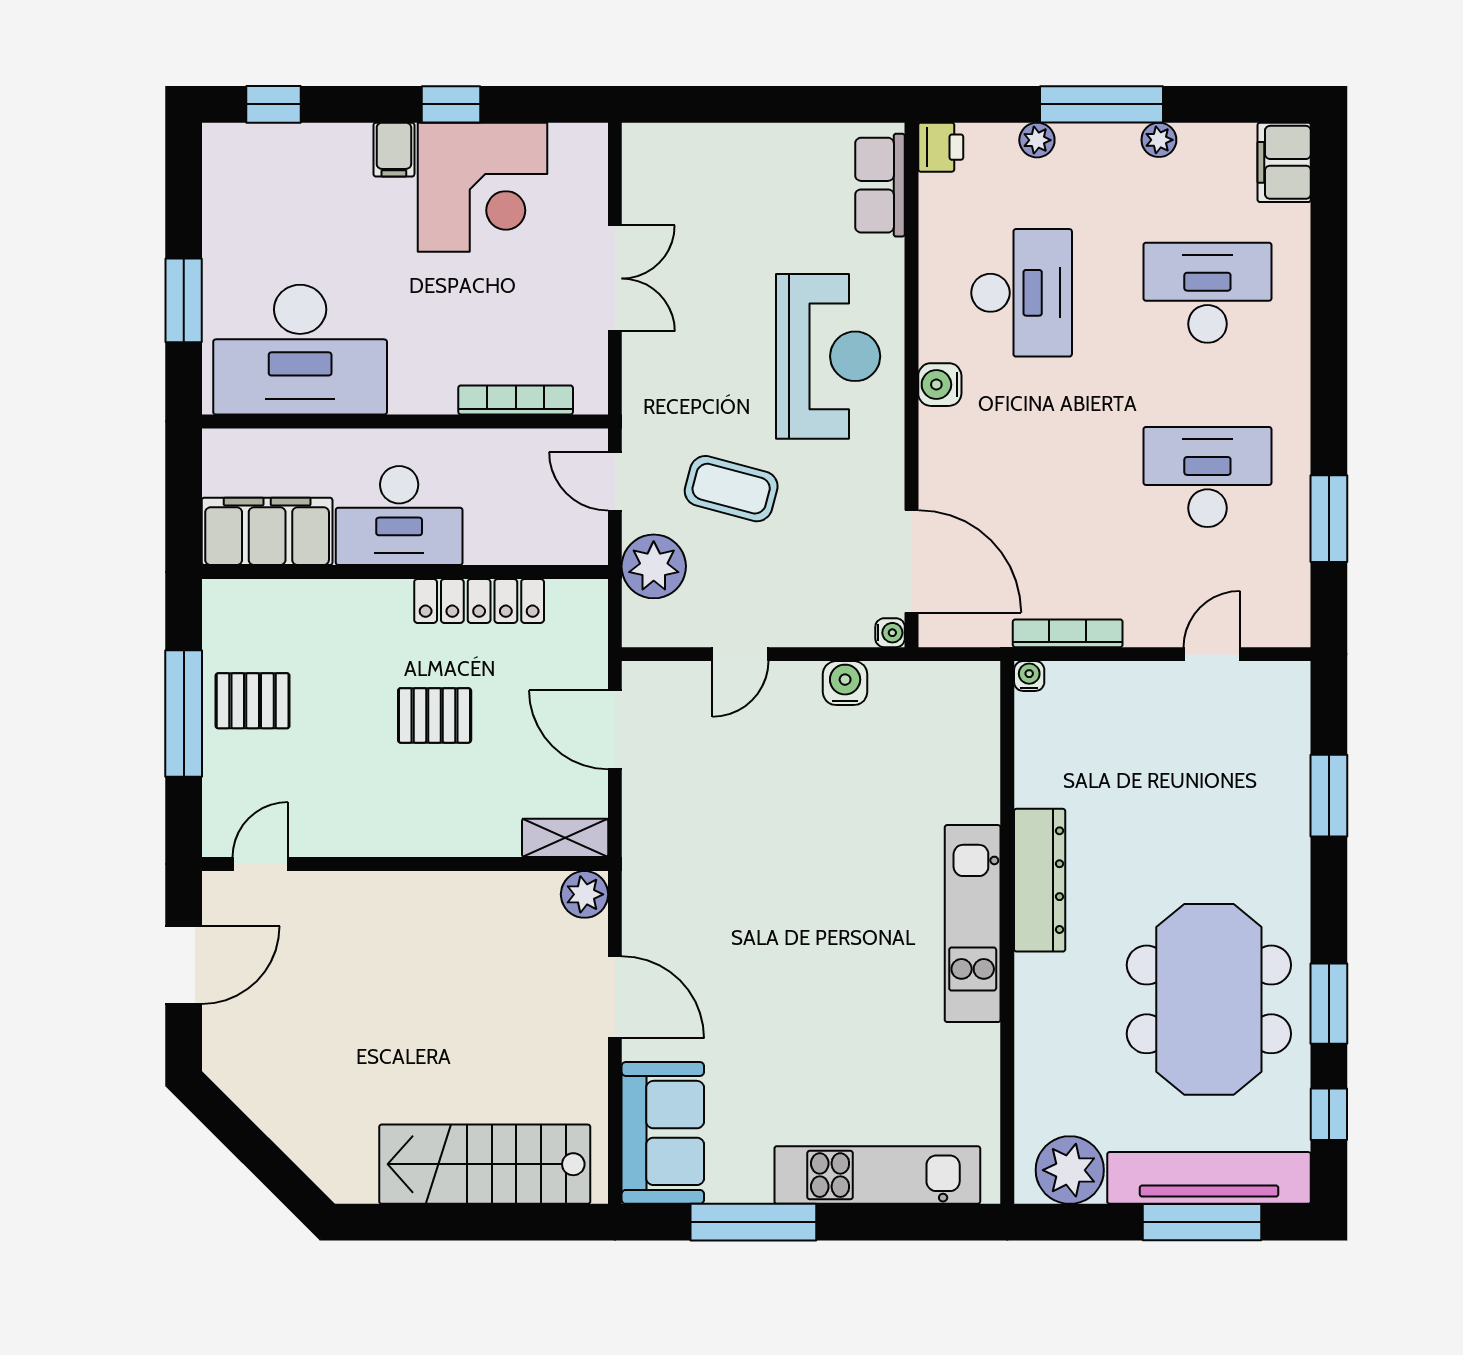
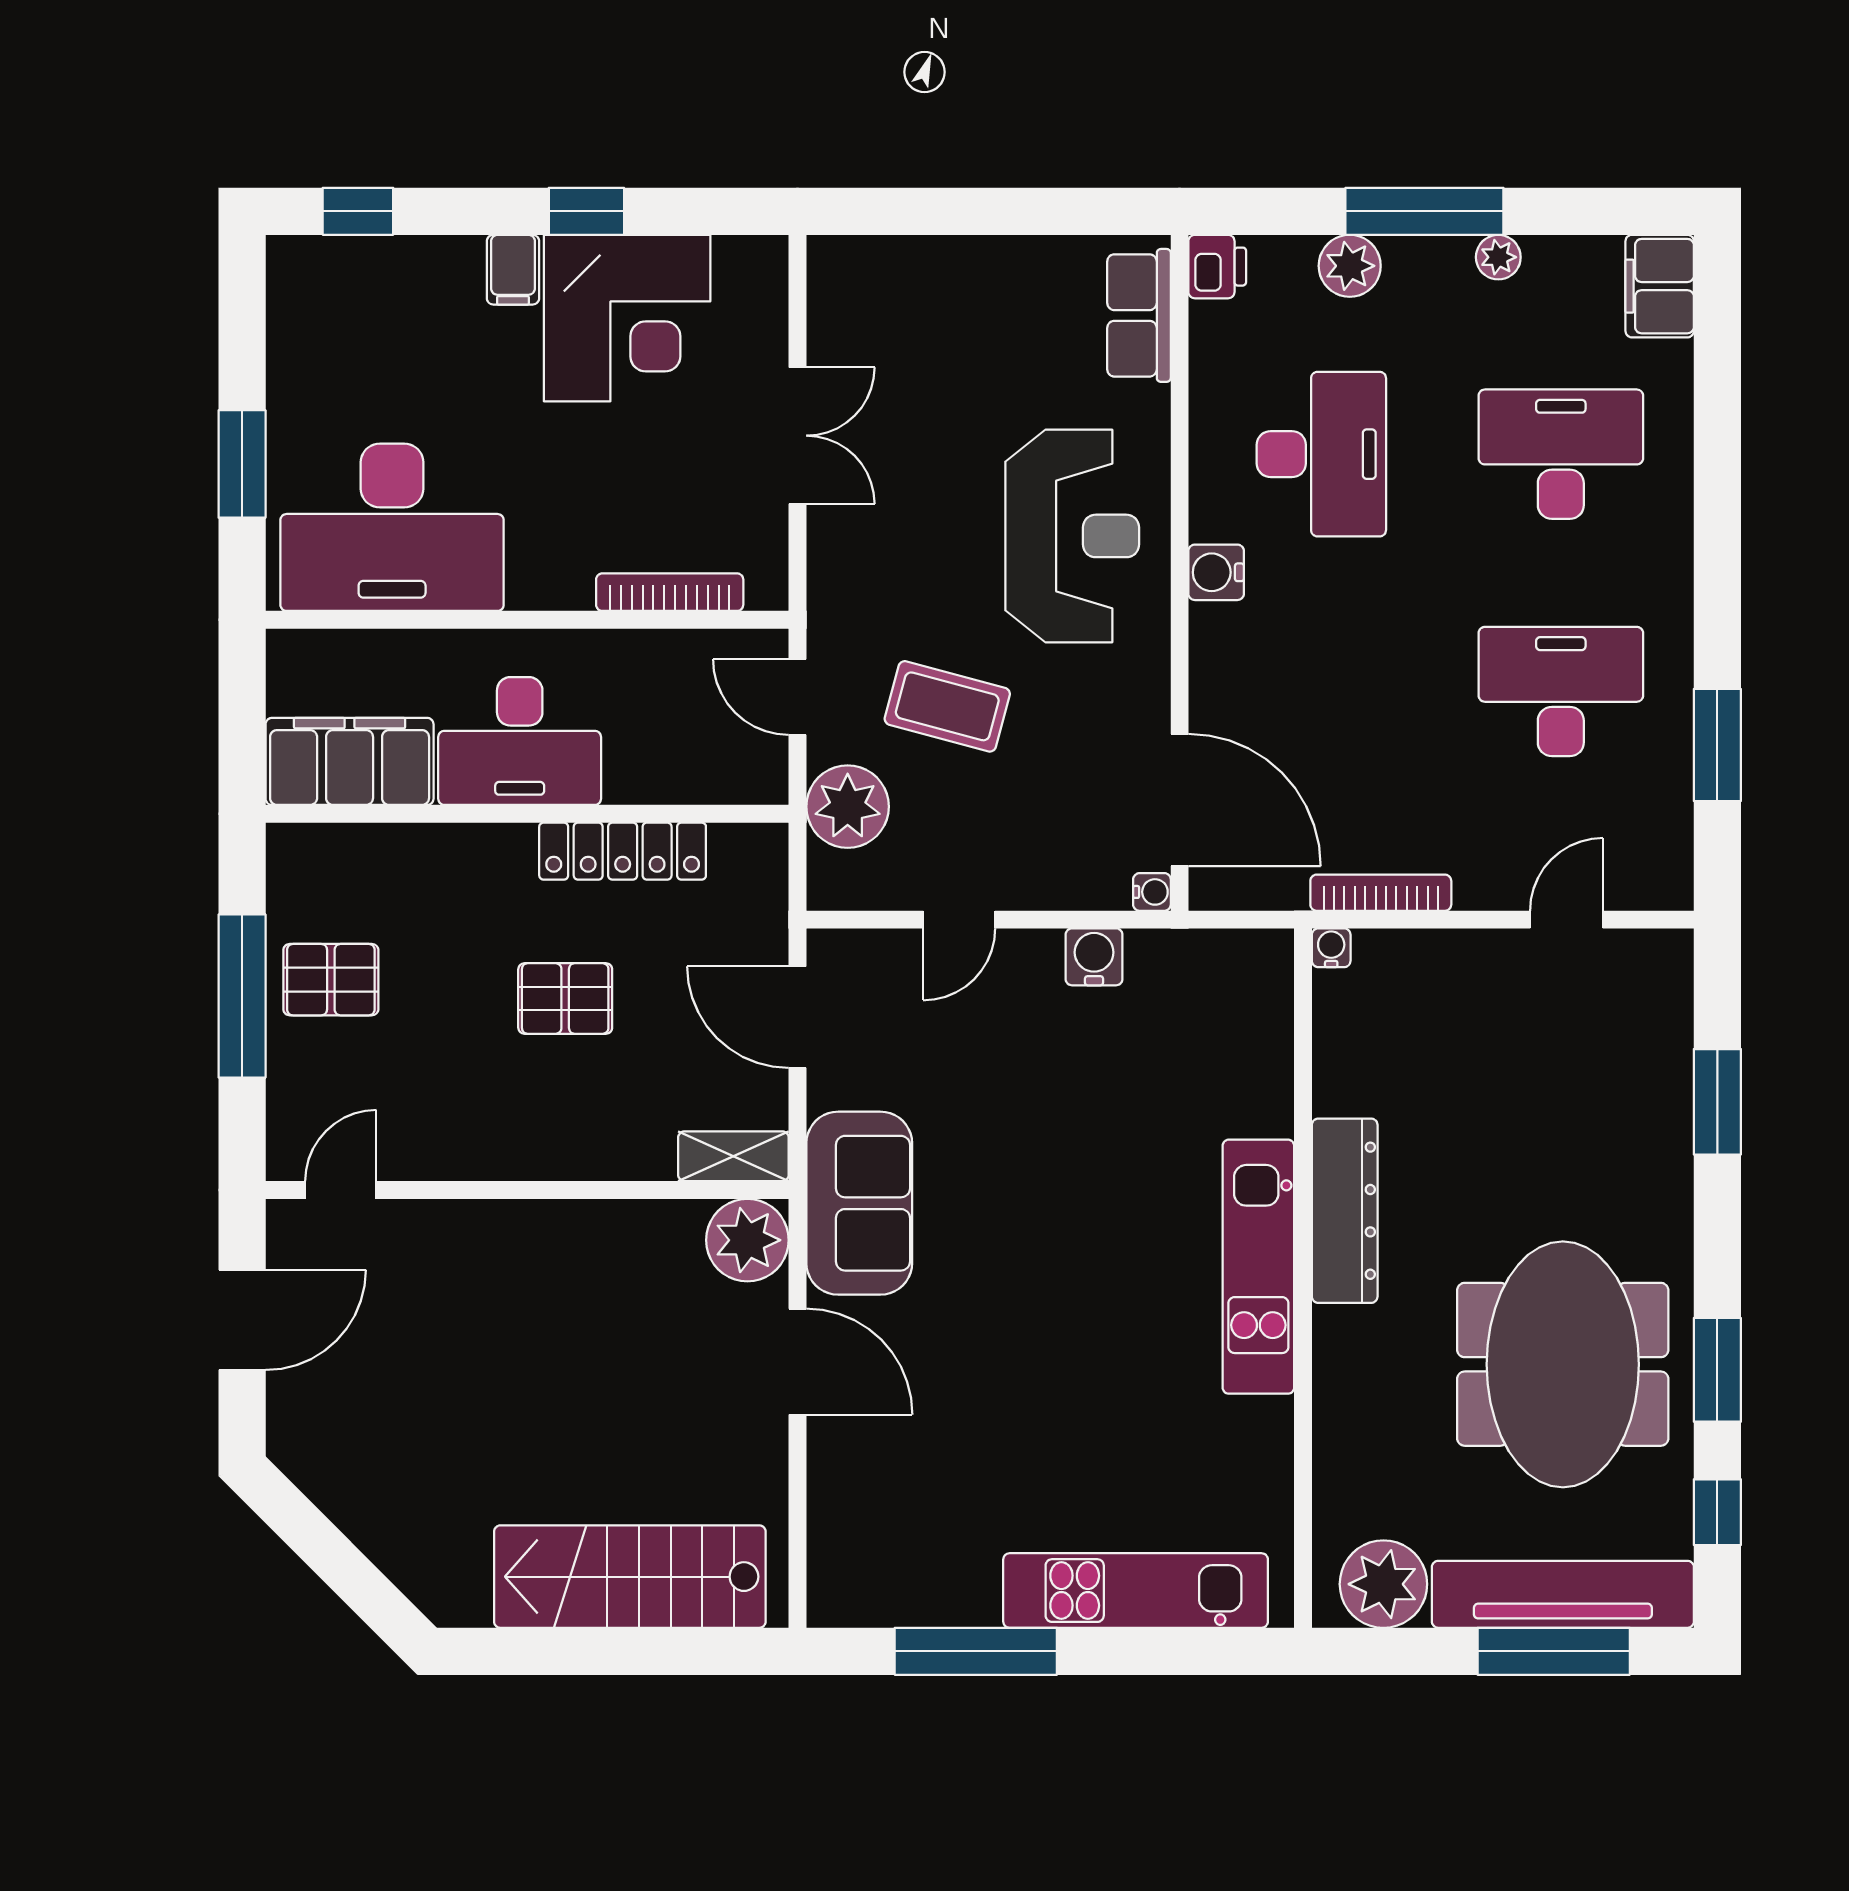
plant: (1037, 140) -> (1350, 266), width x1.38, depth x1.38
plant: (584, 894) -> (747, 1240), width x1.36, depth x1.36
sofa: (663, 1133) -> (859, 1203), moved

